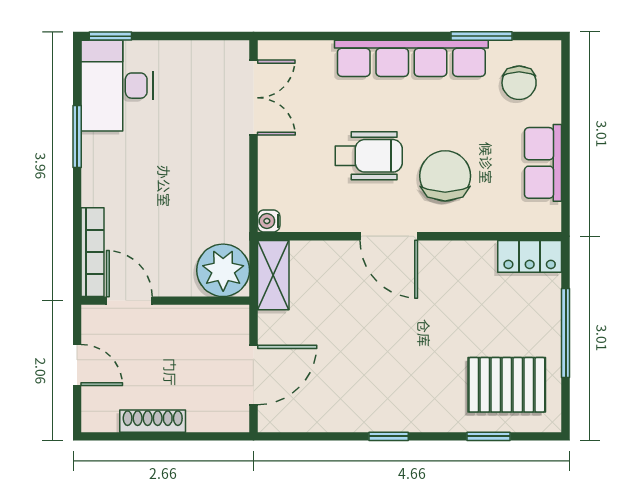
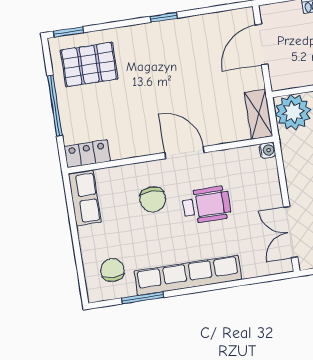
wheelchair: (369, 156) -> (207, 205), turned 180
row of seats: (543, 163) -> (85, 198), moved
chair: (445, 176) -> (153, 199), width x0.73, depth x0.73
window: (489, 436) -> (69, 32), moved

